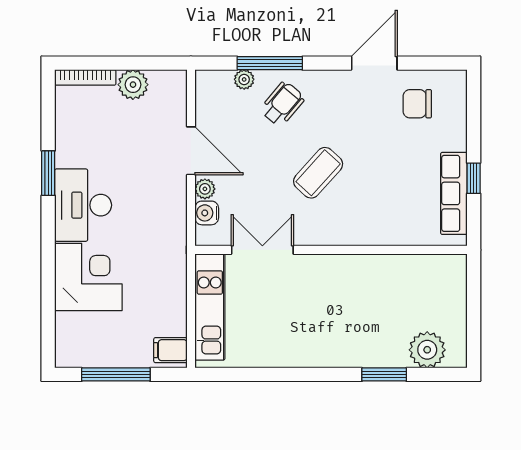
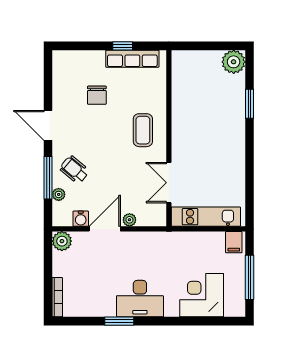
door: (374, 63) -> (48, 125), moved
plant: (133, 85) -> (62, 241), moved
chair: (417, 104) -> (97, 95), moved
coffee table: (318, 173) -> (143, 130), moved, turned 48
water cooler: (207, 213) -> (81, 219), moved
corner desk: (88, 277) -> (202, 295), moved
plant: (427, 350) -> (234, 62), moved

